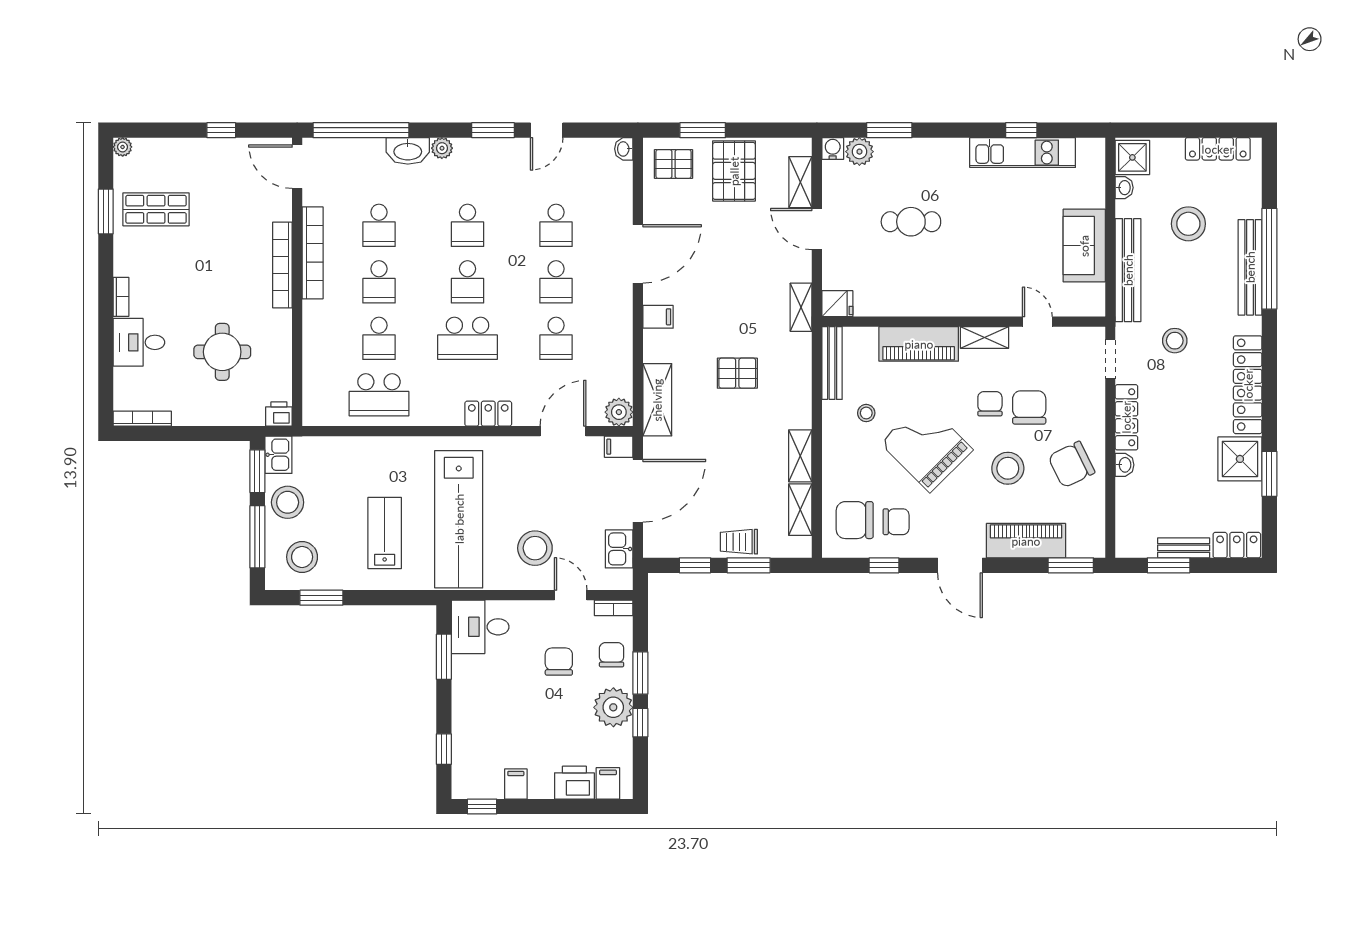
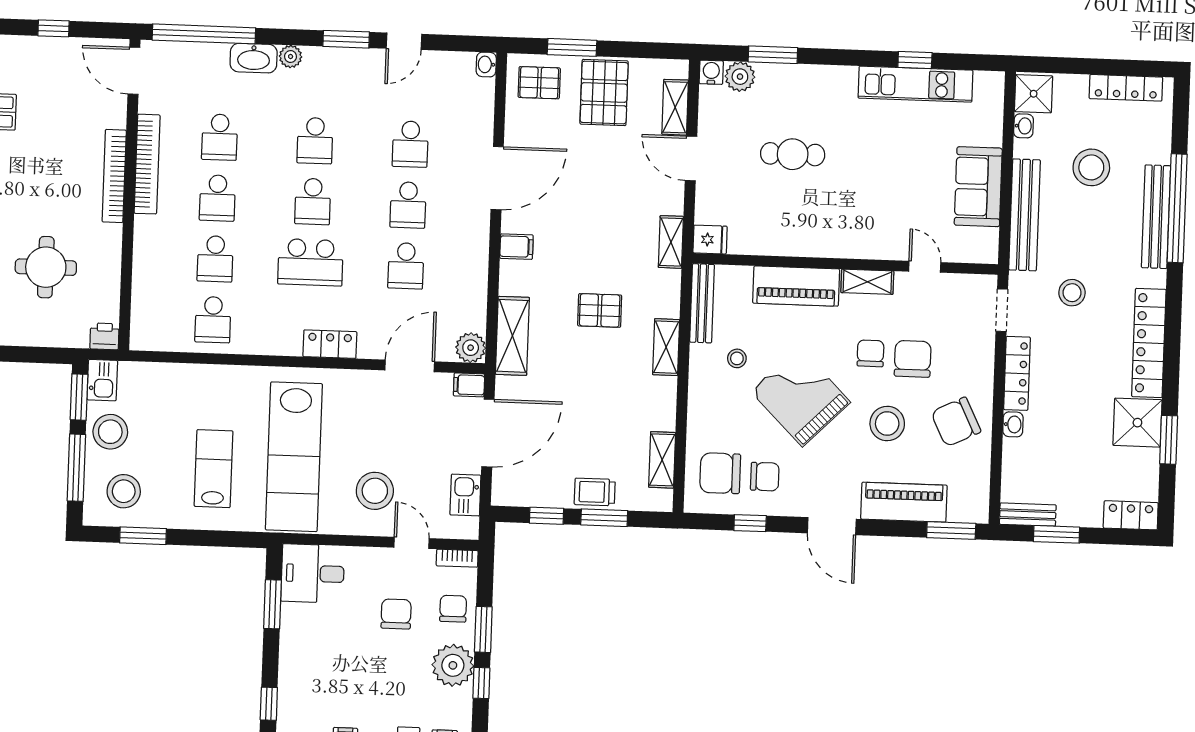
school desk: (379, 395) -> (213, 320), width x0.54
shelving: (800, 456) -> (666, 347), moved
bench: (1184, 548) -> (1028, 515), moved

